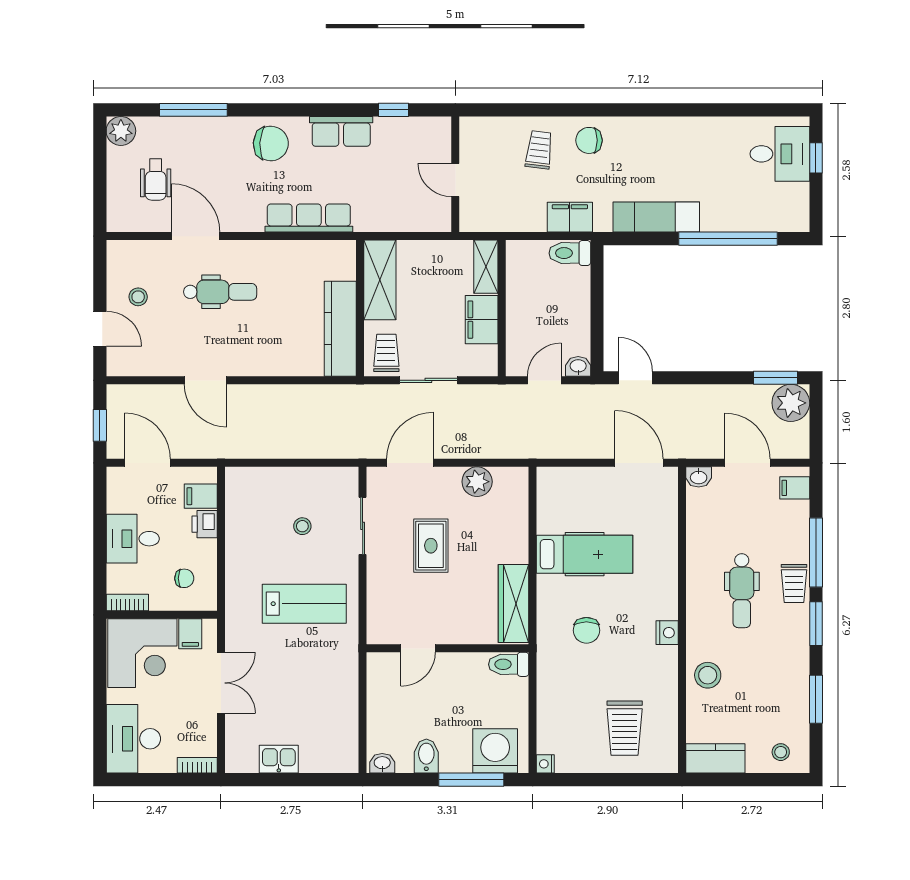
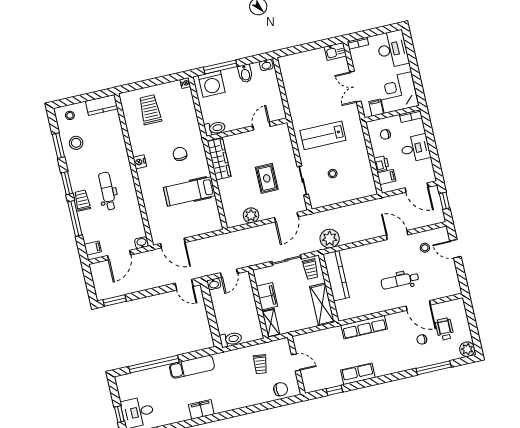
chair: (589, 140) -> (281, 389), moved
chair: (271, 143) -> (422, 339), moved, width x0.54, depth x0.54
trolley: (539, 150) -> (260, 364), moved
filing cabinet: (570, 217) -> (201, 409), moved, turned 180
stool: (138, 297) -> (425, 248), moved
plant: (791, 403) -> (330, 239), moved
door: (747, 463) -> (119, 255), hinge flipped
stool: (708, 675) -> (76, 143), moved
kitchen sink: (279, 759) -> (335, 51), moved

